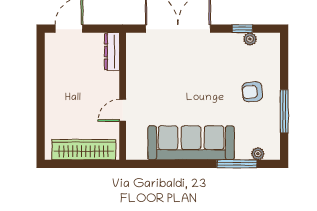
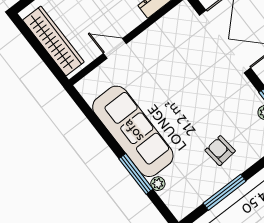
plant: (258, 154) -> (158, 184), moved
window: (237, 164) -> (136, 174), moved

